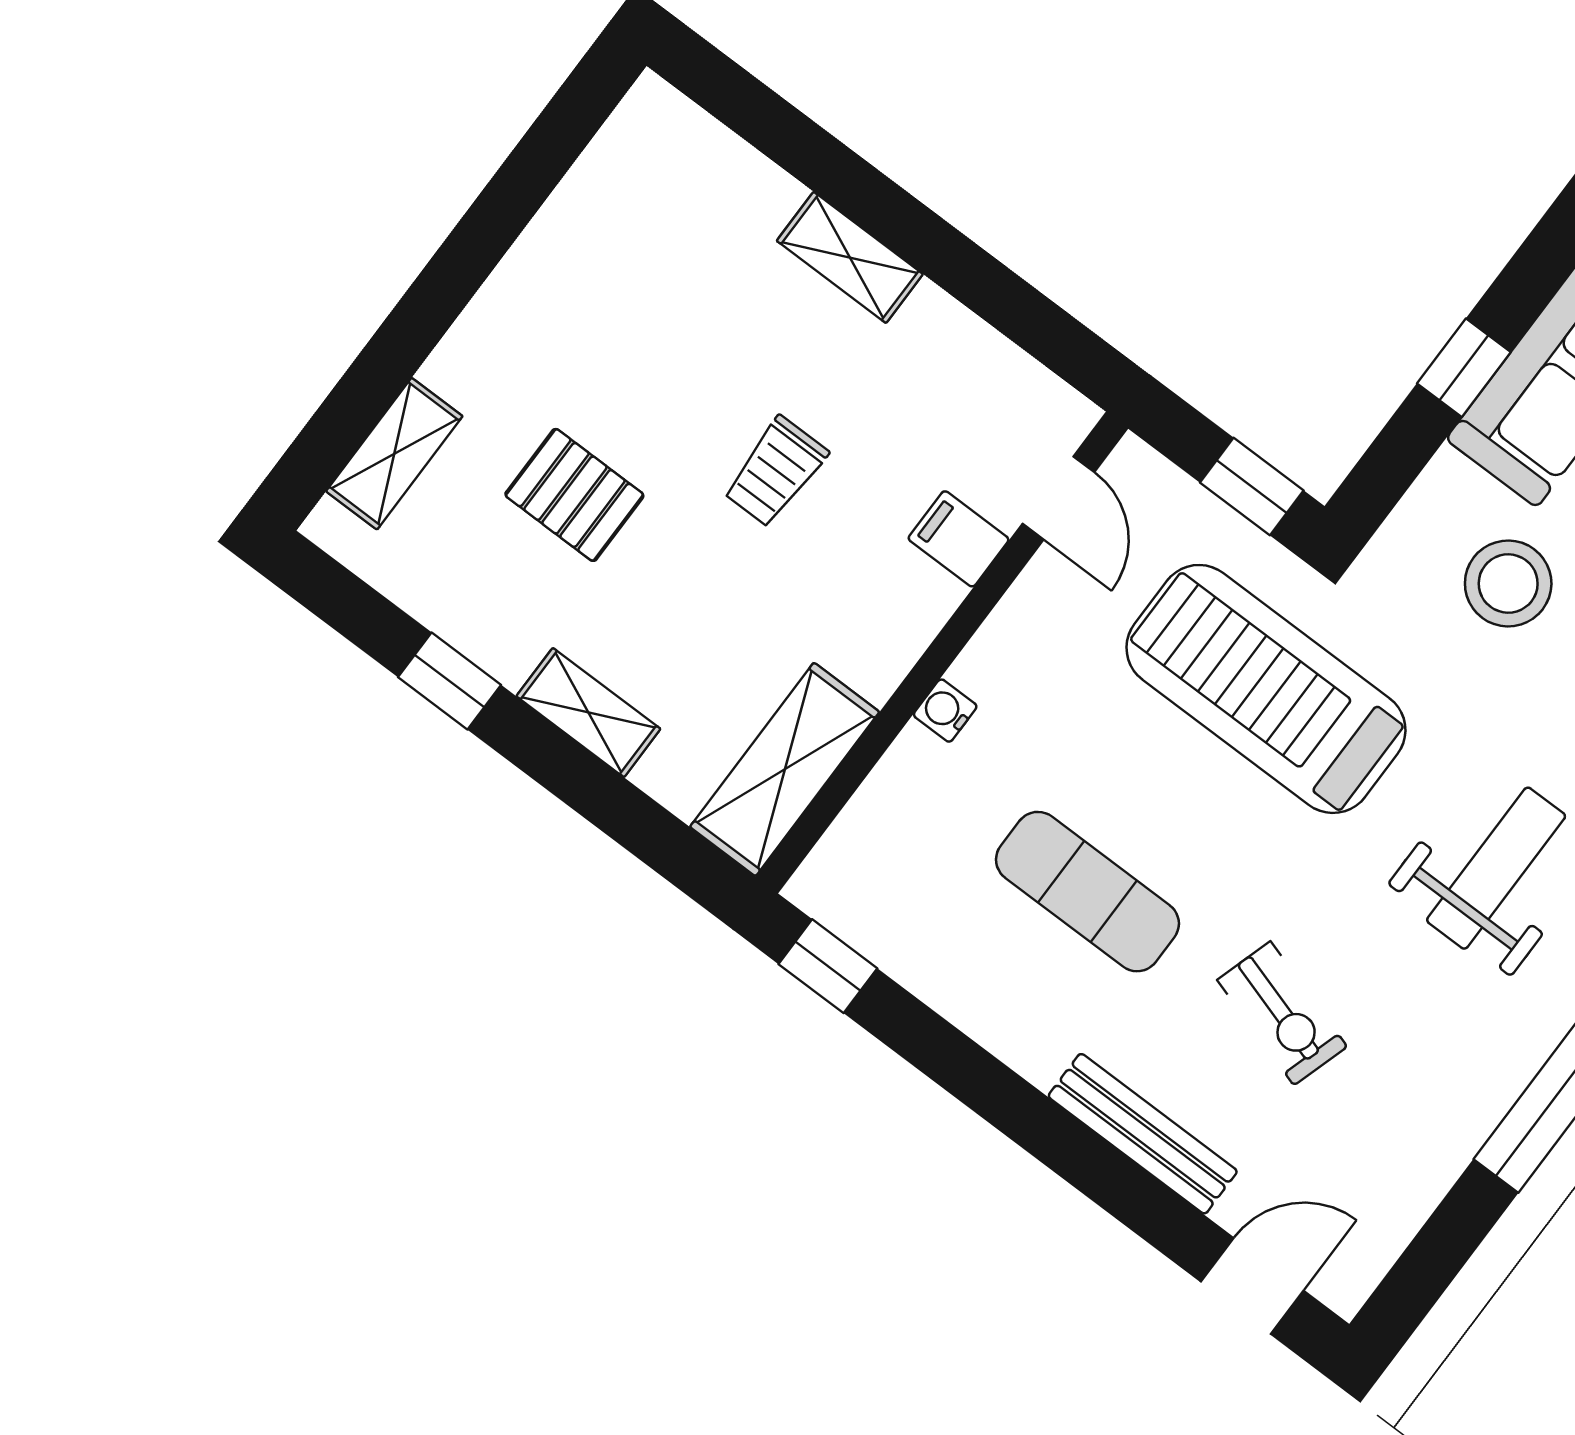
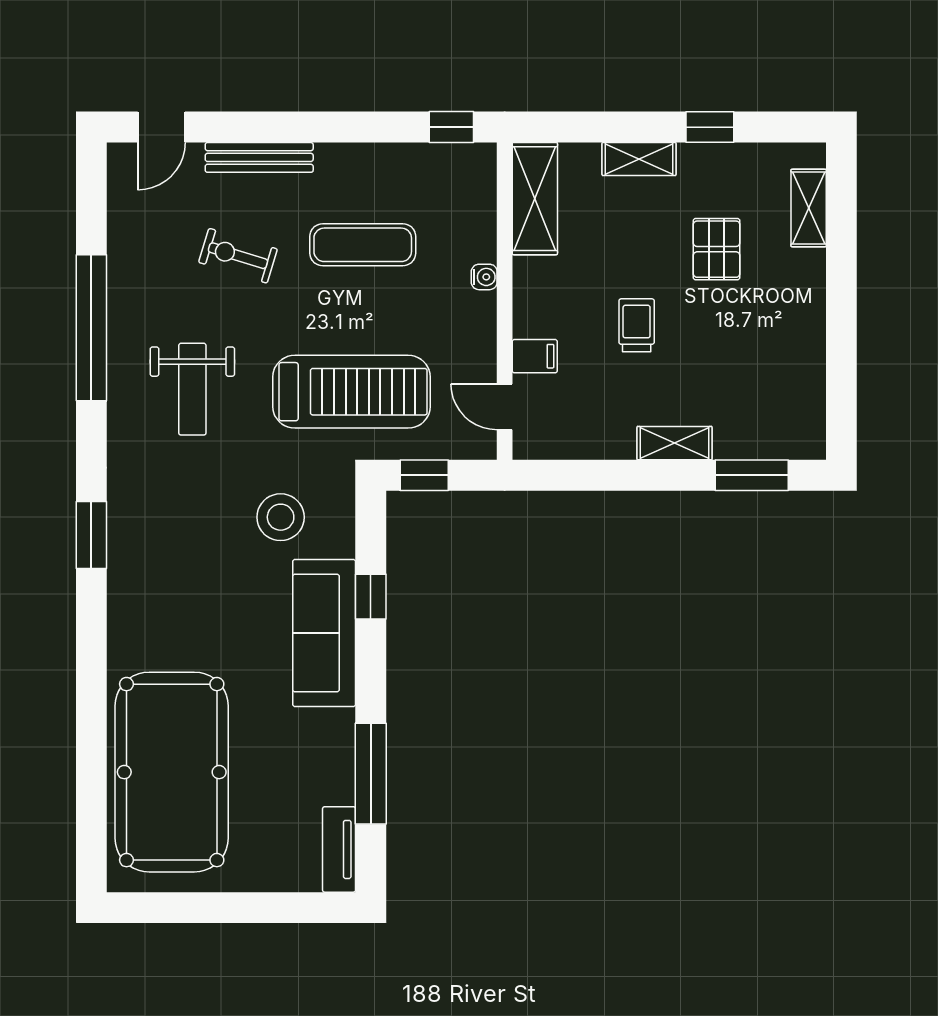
window: (772, 125) -> (752, 475), added
pallet: (574, 495) -> (717, 249), turned 90

